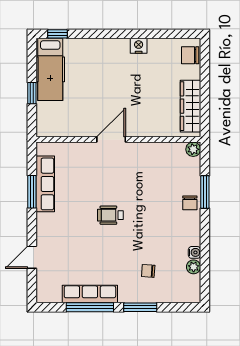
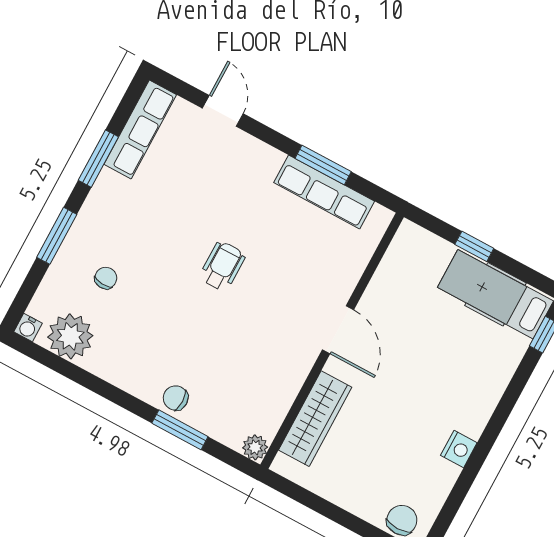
wardrobe: (190, 106) -> (315, 419), moved, turned 90
water cooler: (194, 252) -> (28, 328), moved
plant: (194, 267) -> (70, 336), width x1.88, depth x1.88
row of seats: (90, 294) -> (140, 130), moved
window: (90, 307) -> (98, 159), width x0.69

